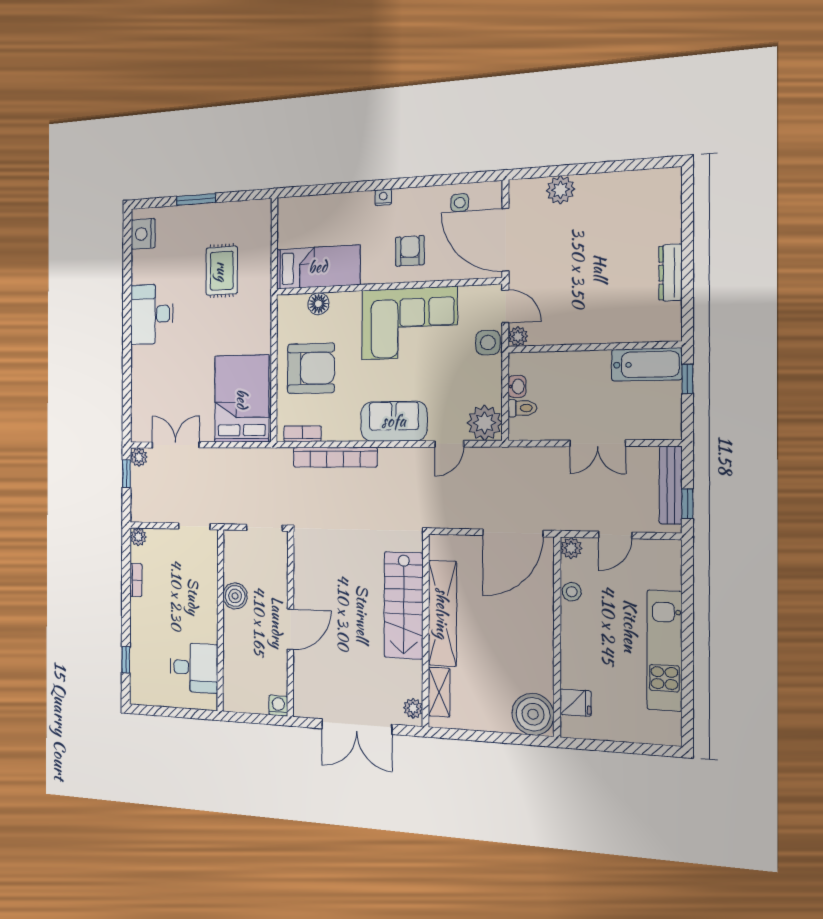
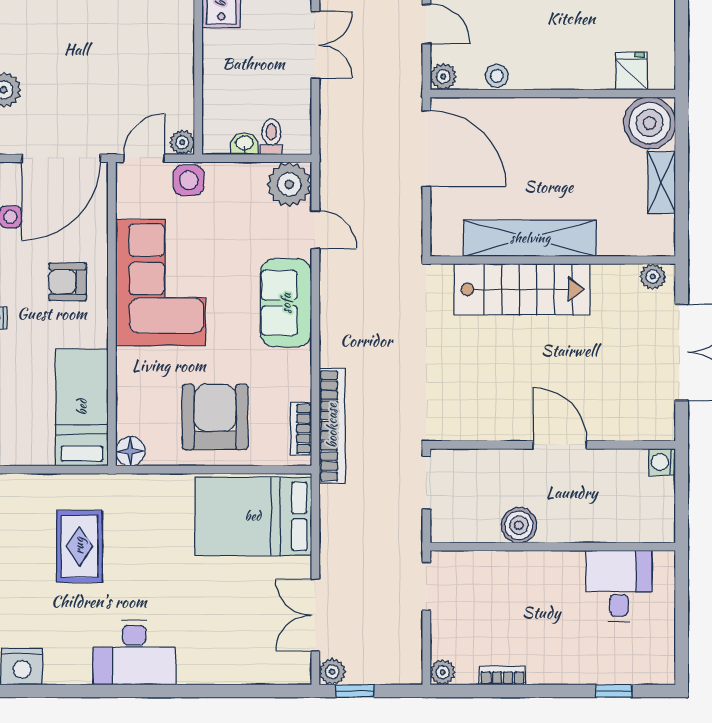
rug: (222, 271) -> (79, 546), turned 90
floor lamp: (318, 304) -> (130, 451), moved
bookcase: (335, 457) -> (332, 426), moved
shelving: (439, 692) -> (661, 182), moved, turned 90

